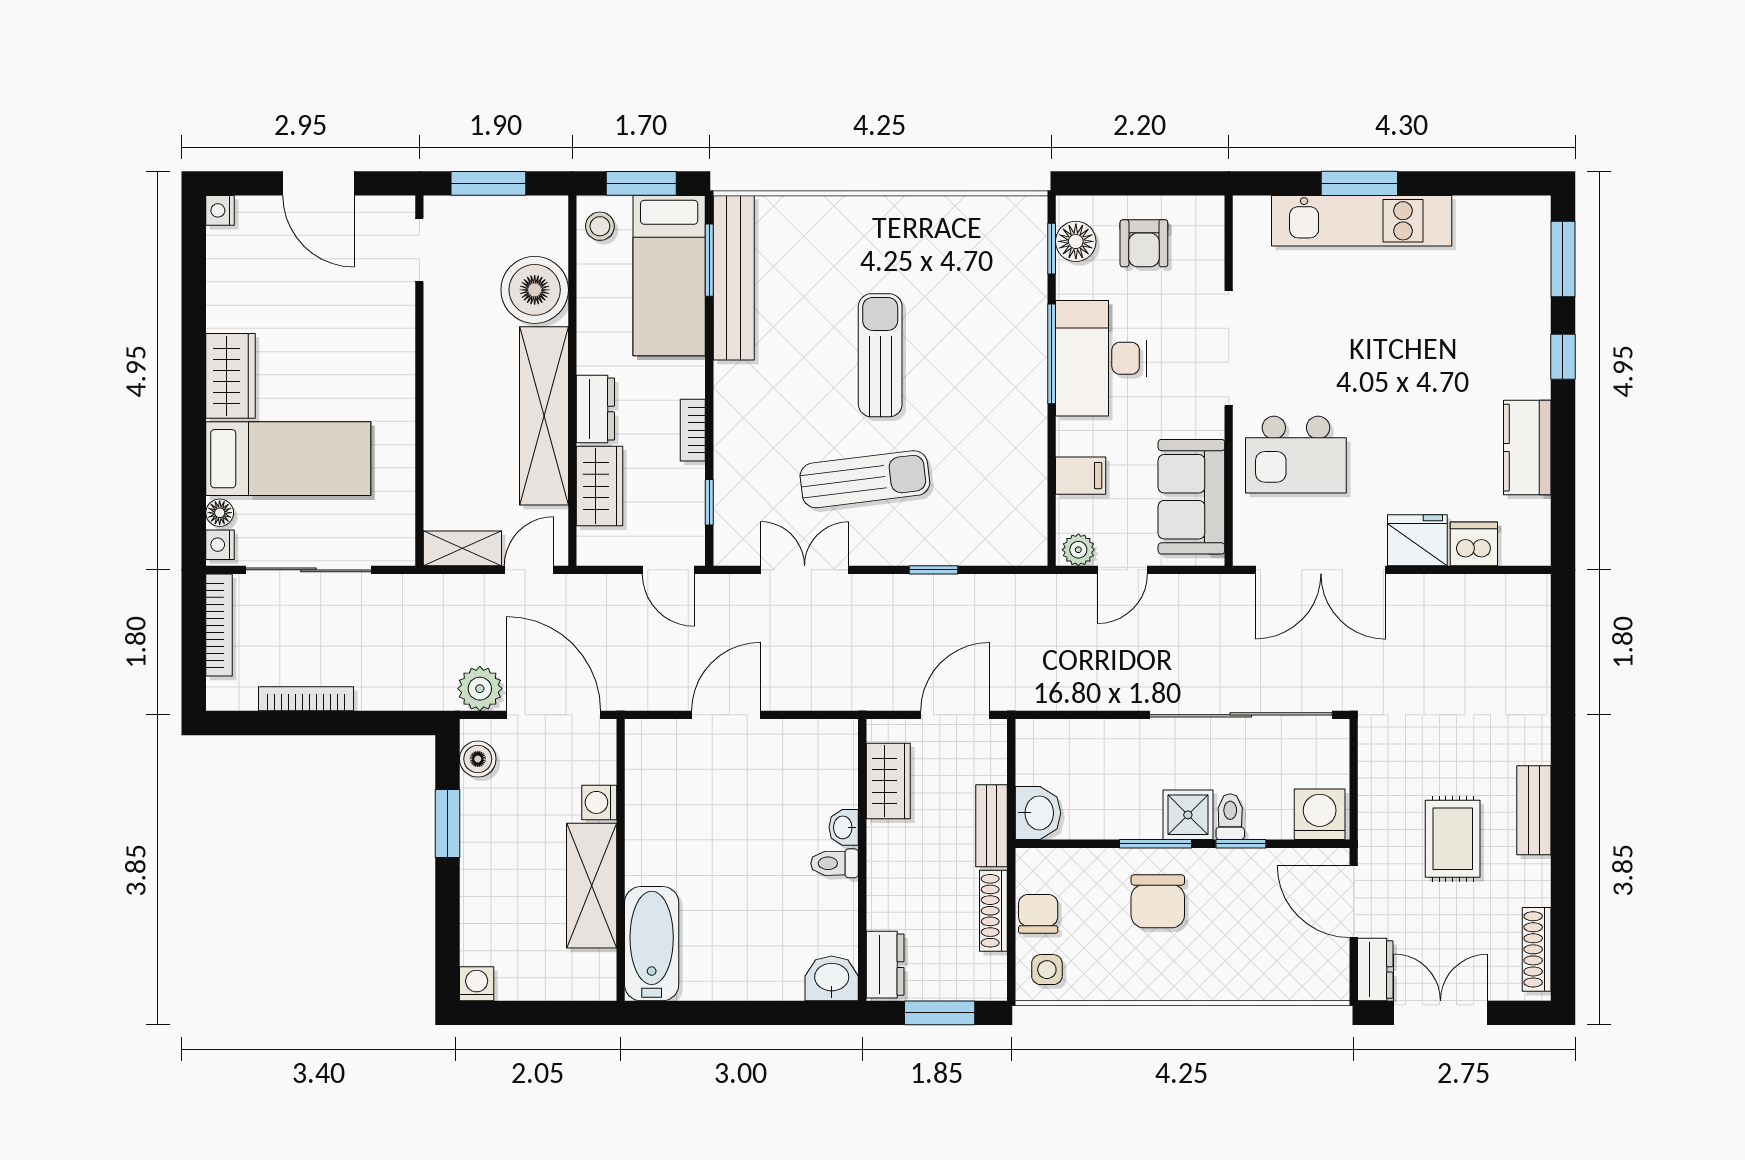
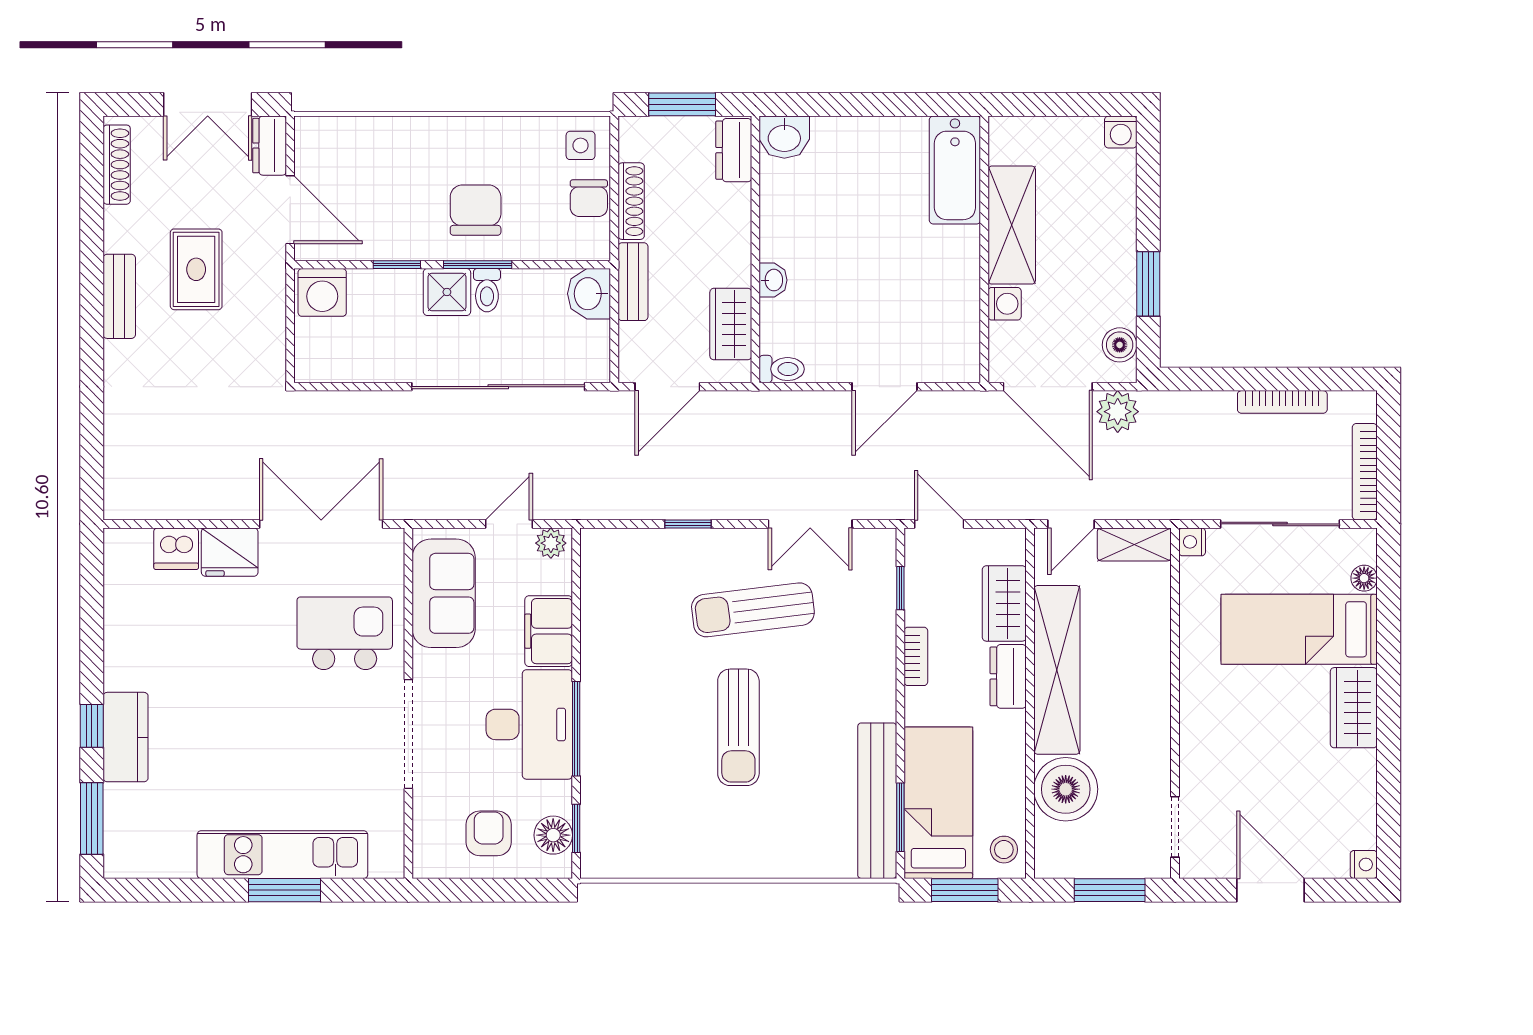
kitchen counter: (1527, 448) -> (126, 737), moved
filing cabinet: (1081, 476) -> (549, 631), width x2.00
nightstand: (220, 545) -> (1192, 542), moved, turned 180
sliding door: (1241, 715) -> (498, 387), moved
toilet: (1230, 817) -> (487, 290), moved
toilet: (835, 863) -> (782, 369), moved

